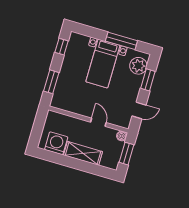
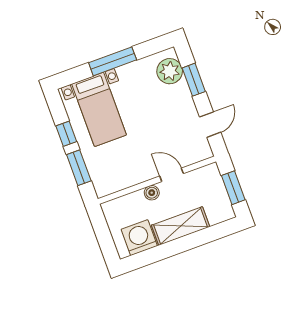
window: (121, 41) -> (113, 61), moved
window: (62, 47) -> (66, 134), moved
bed with nightstands: (103, 64) -> (99, 109), moved
boiler: (122, 136) -> (152, 193), moved

